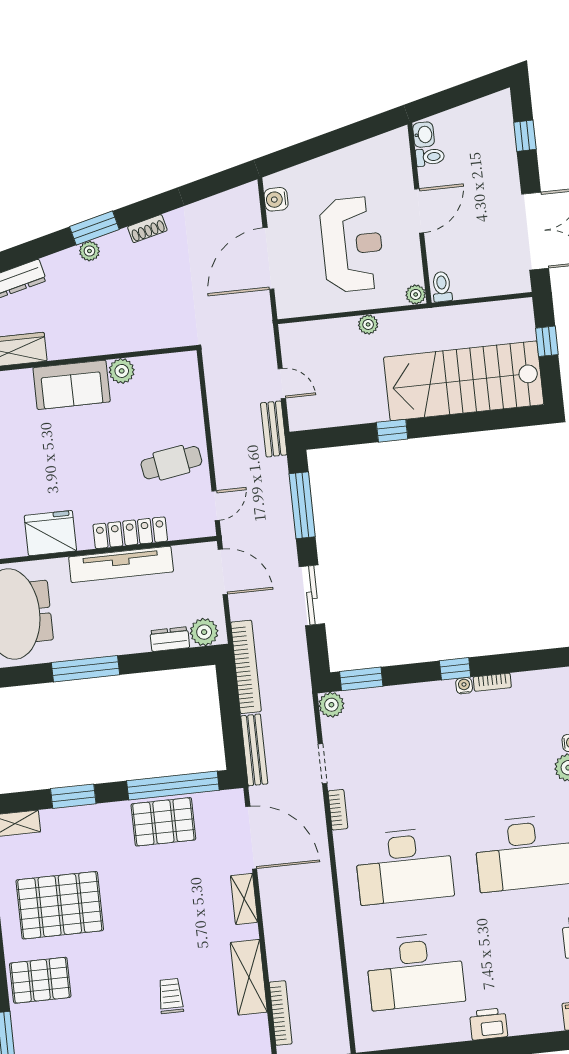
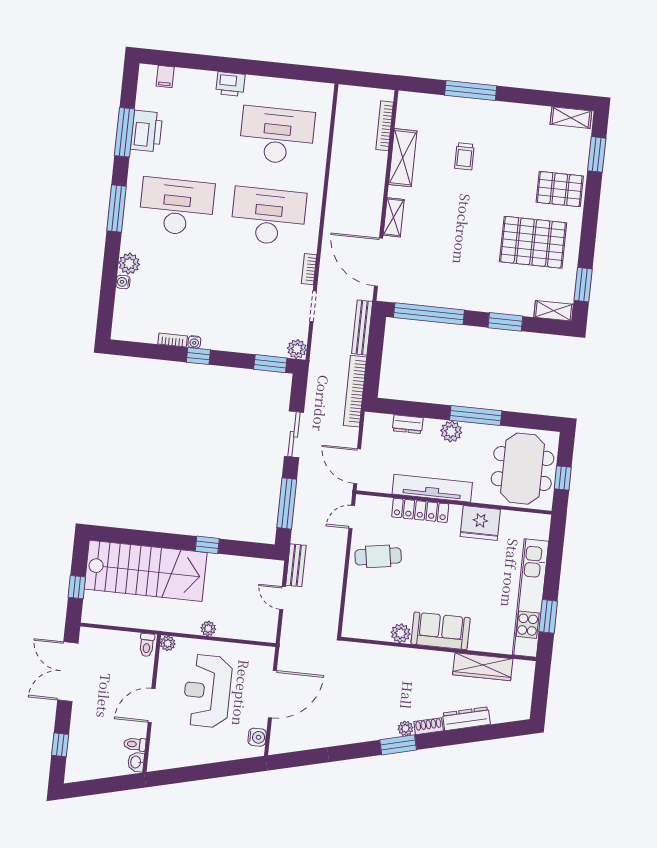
shoe rack: (147, 229) -> (429, 726), moved
plant: (204, 632) -> (451, 431), moved
pallet: (163, 822) -> (442, 288), removed

